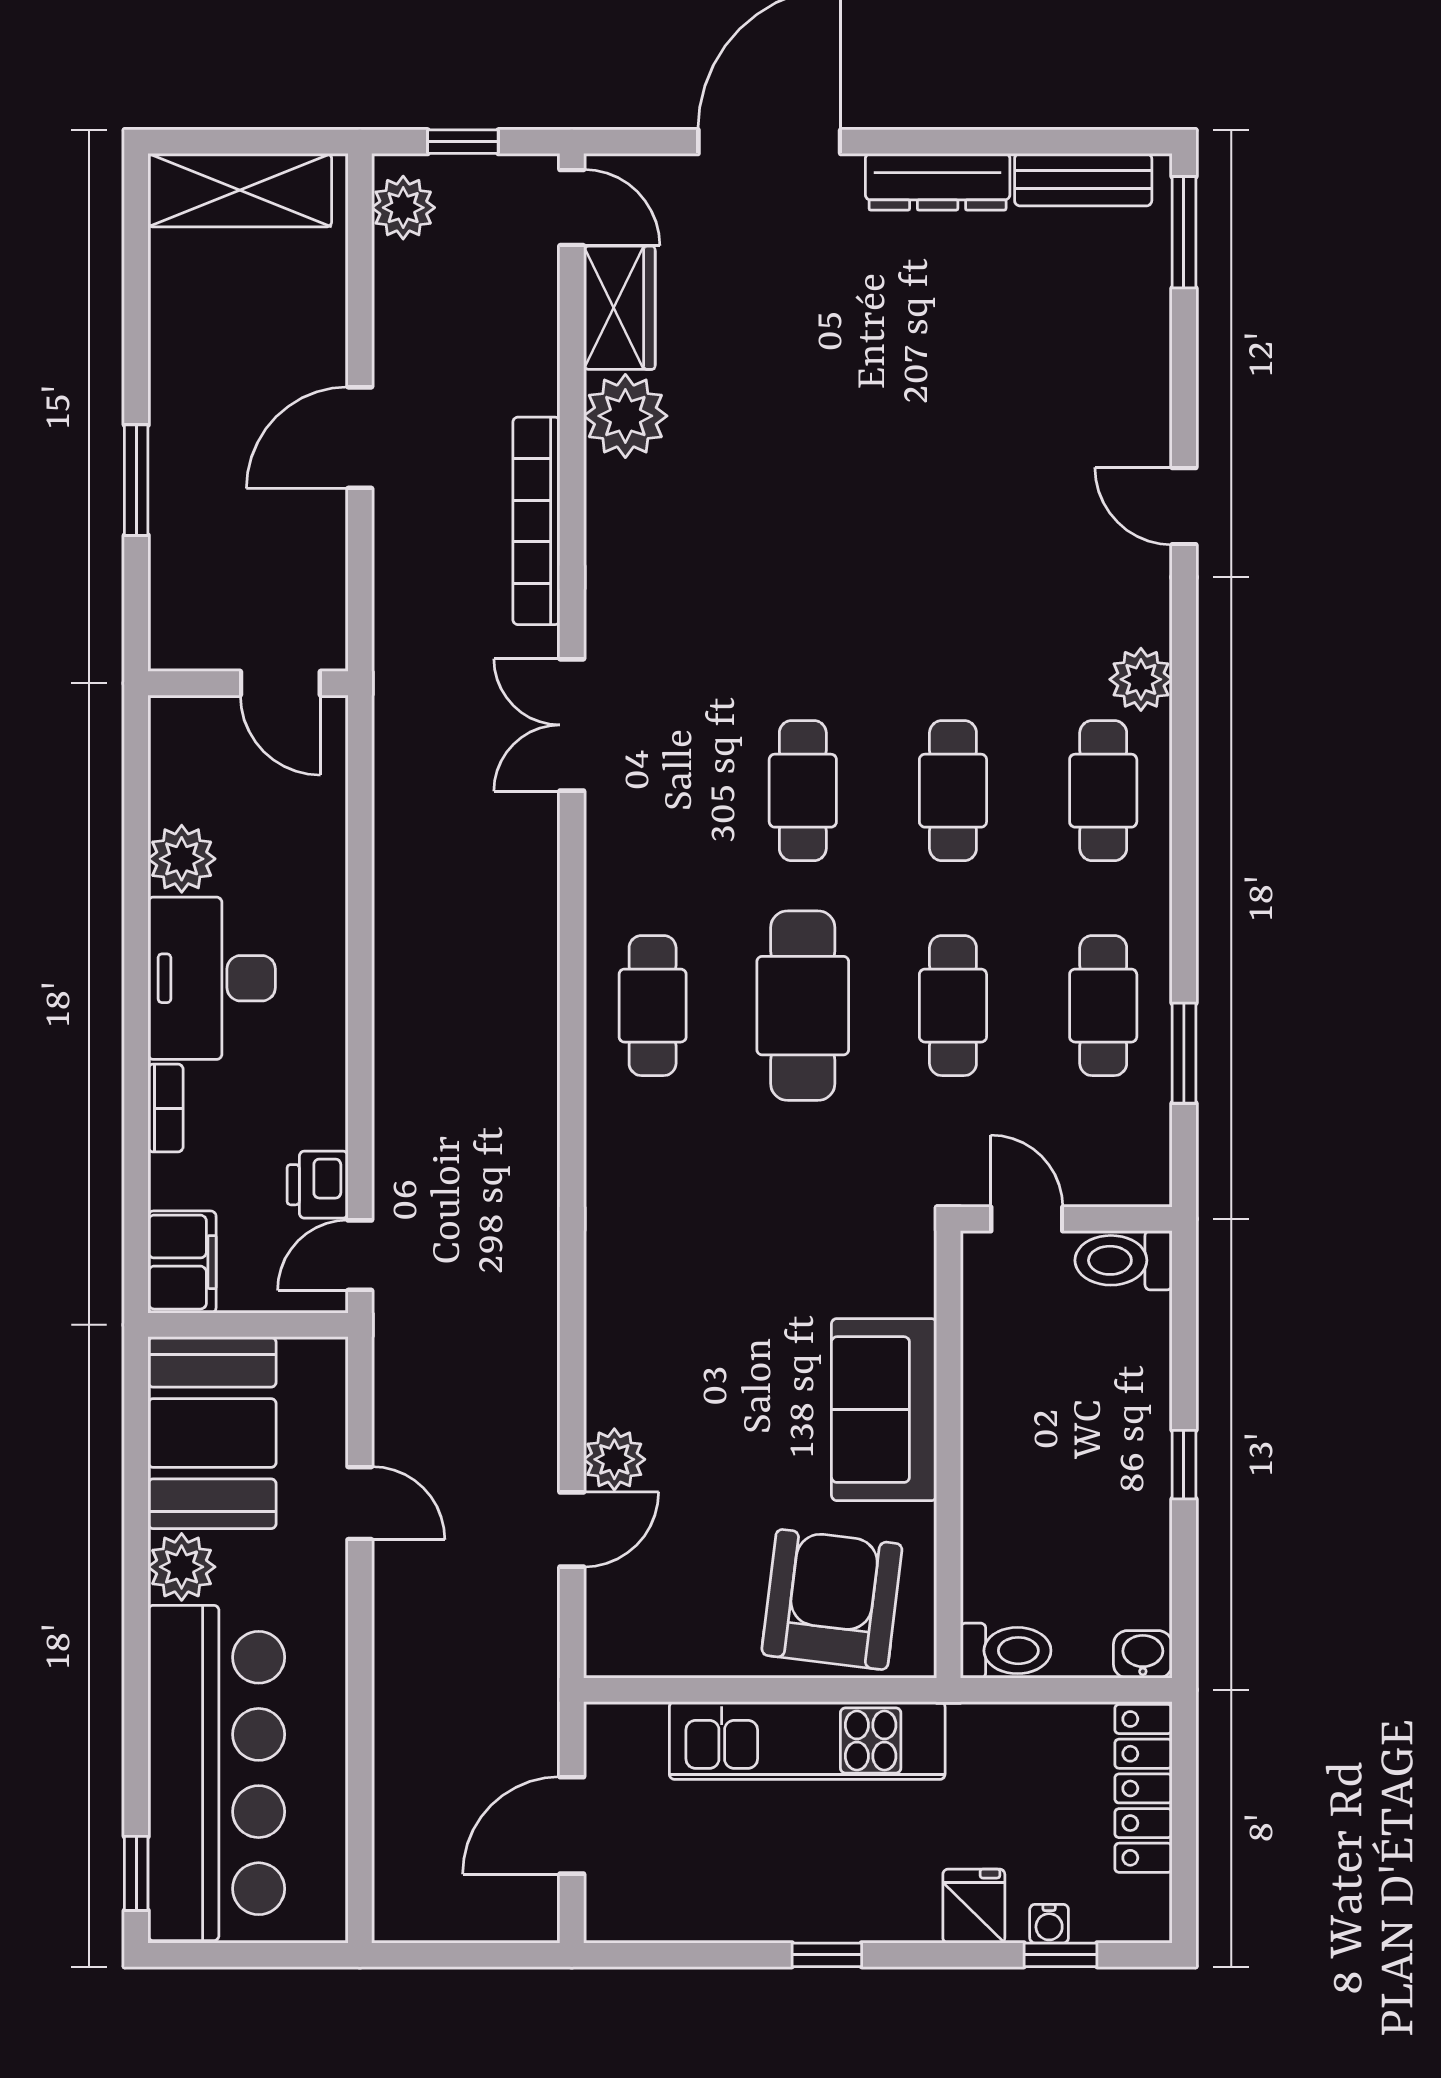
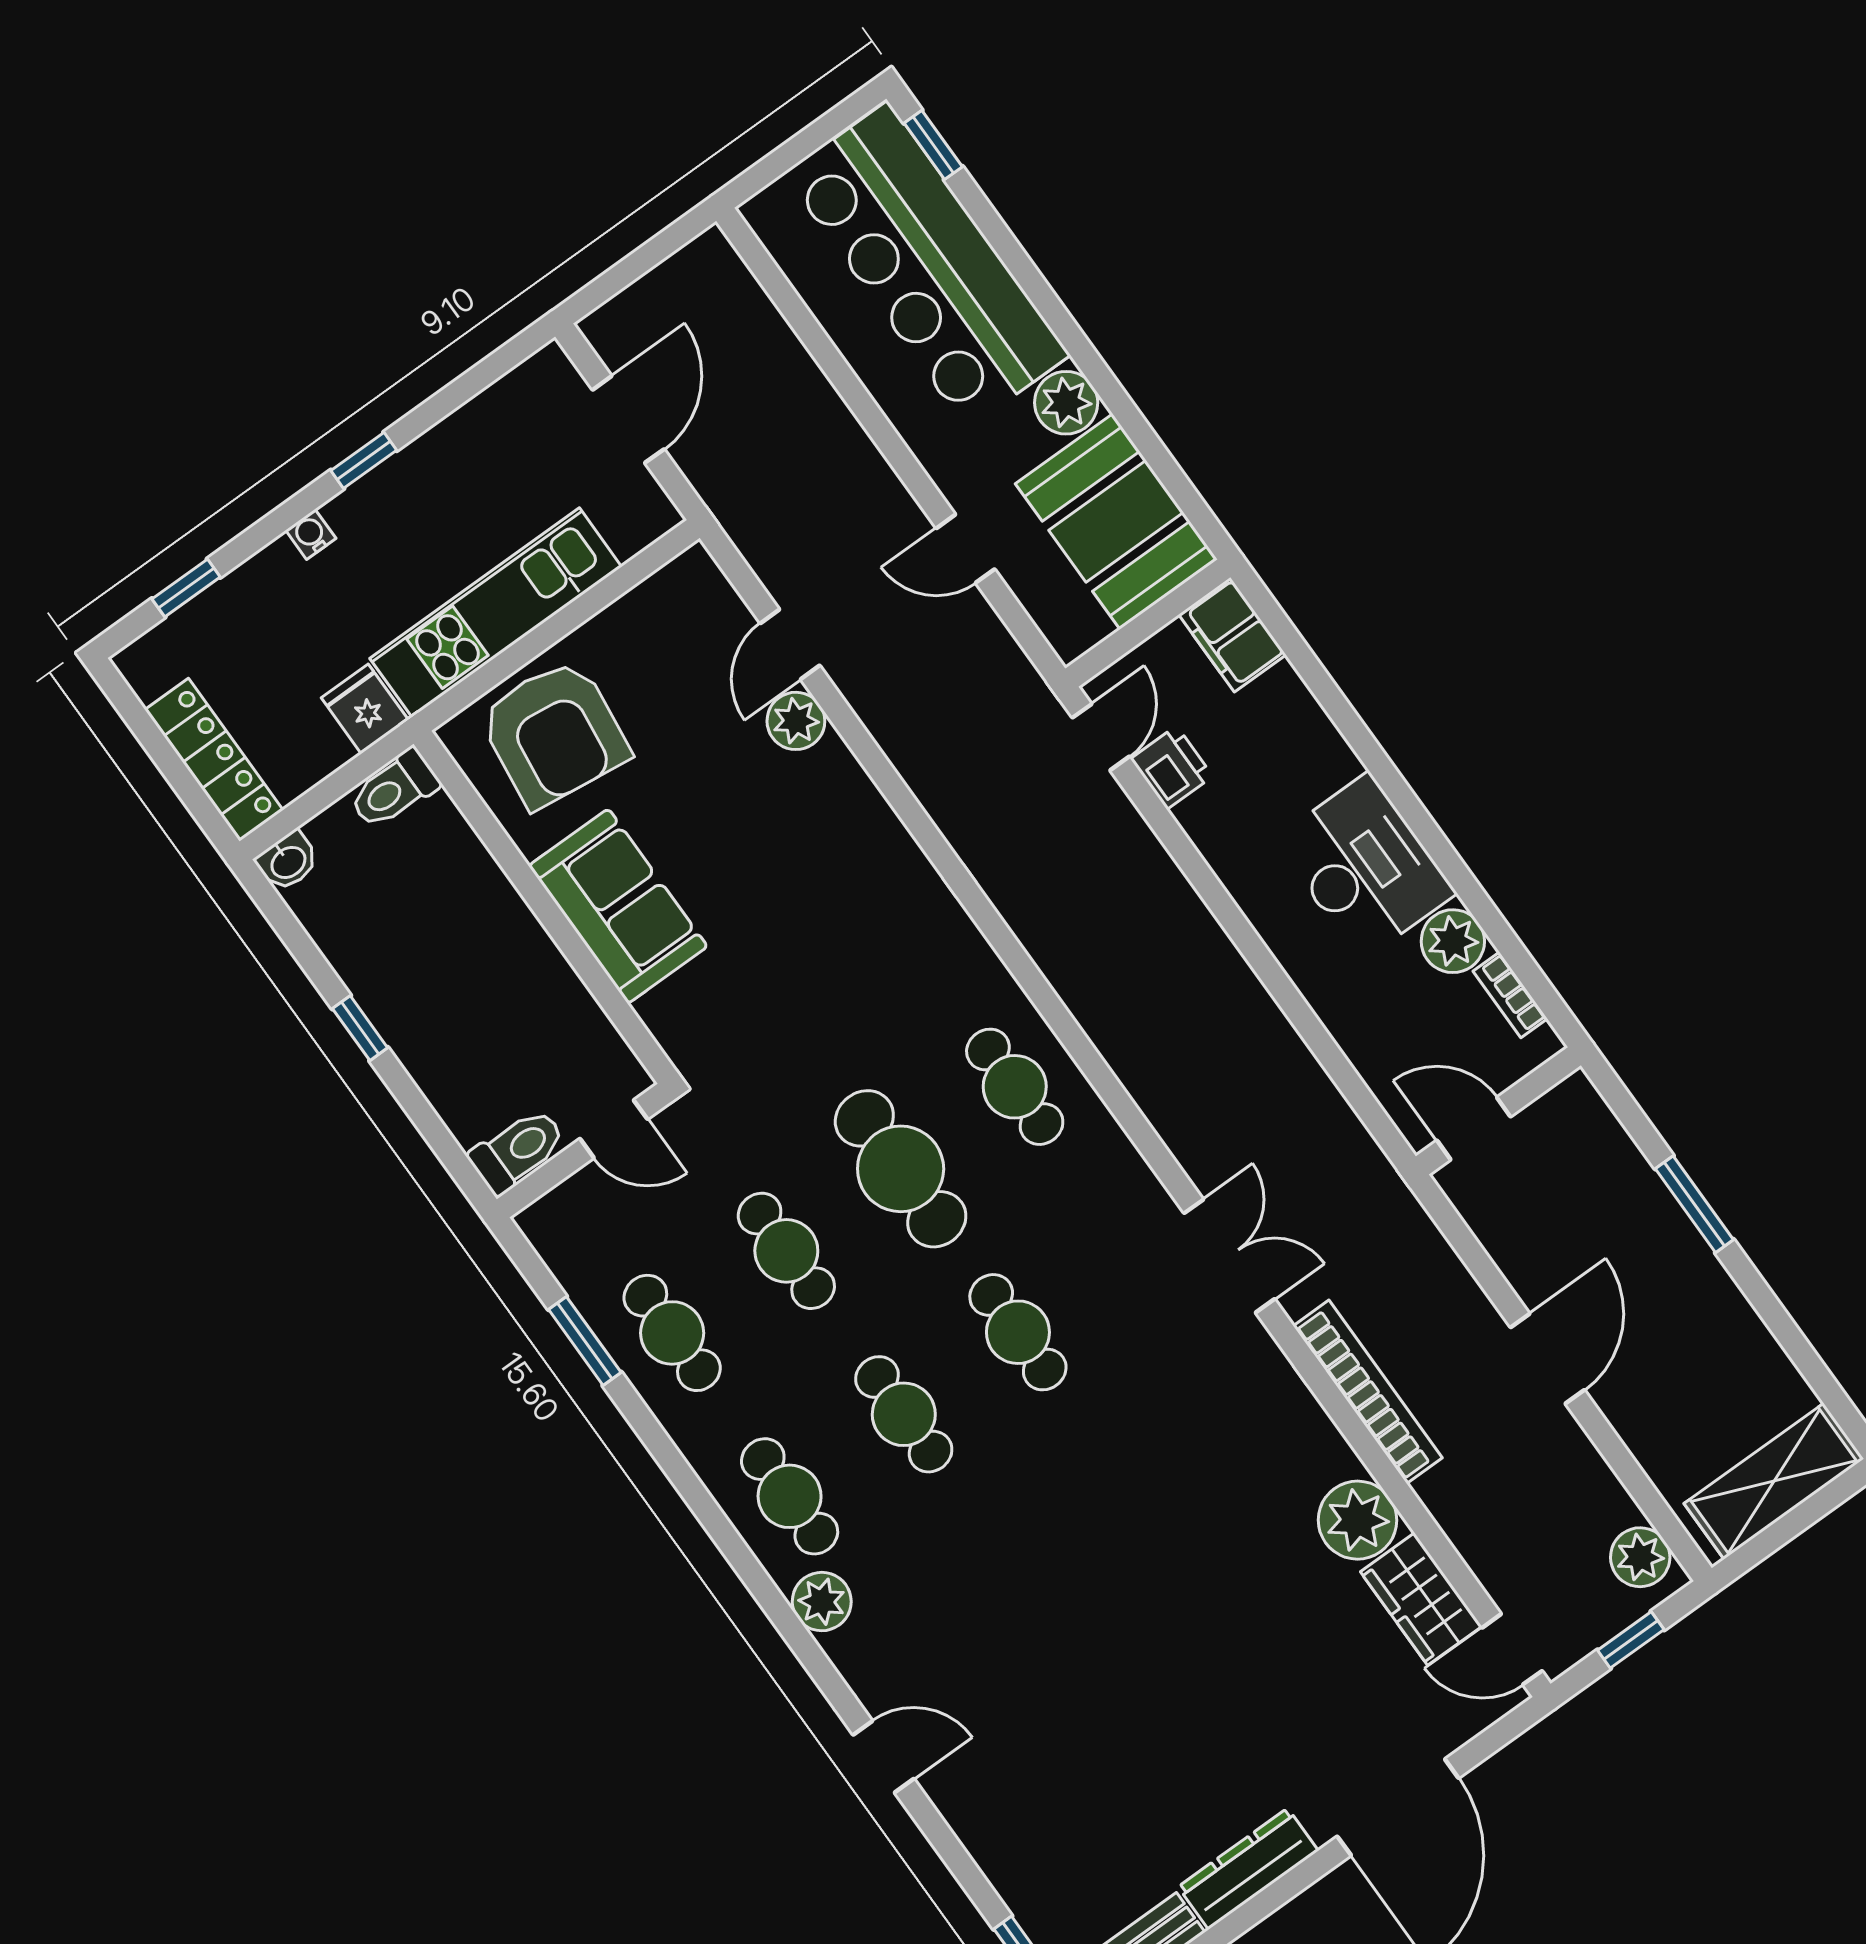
bookcase: (166, 1108) -> (1510, 995), moved
fridge: (974, 1906) -> (365, 709), moved, turned 180
water cooler: (1049, 1924) -> (311, 534), moved

